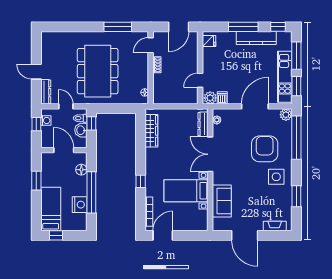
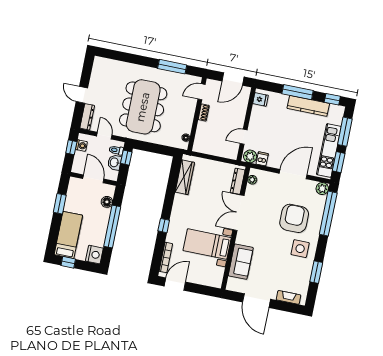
nightstand: (80, 205) -> (94, 255), moved

